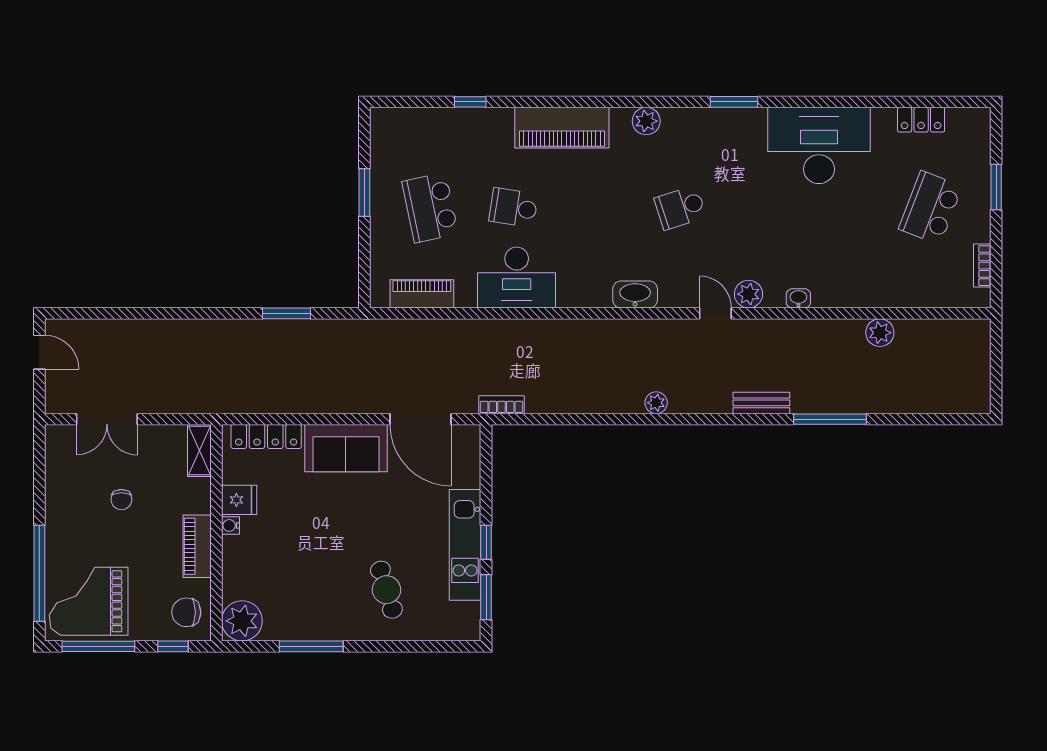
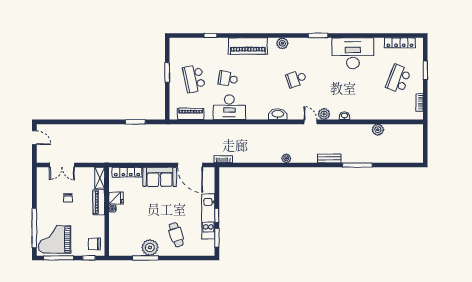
locker: (921, 120) -> (400, 43), width x1.53
piano: (197, 546) -> (99, 202), moved
plant: (242, 621) -> (150, 247), moved

